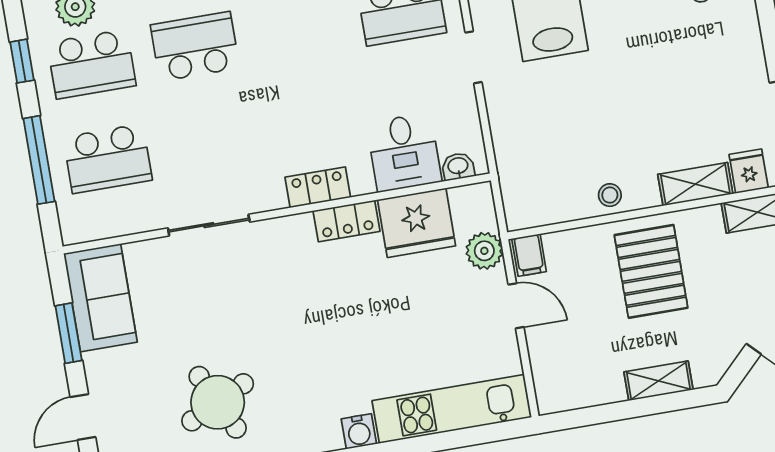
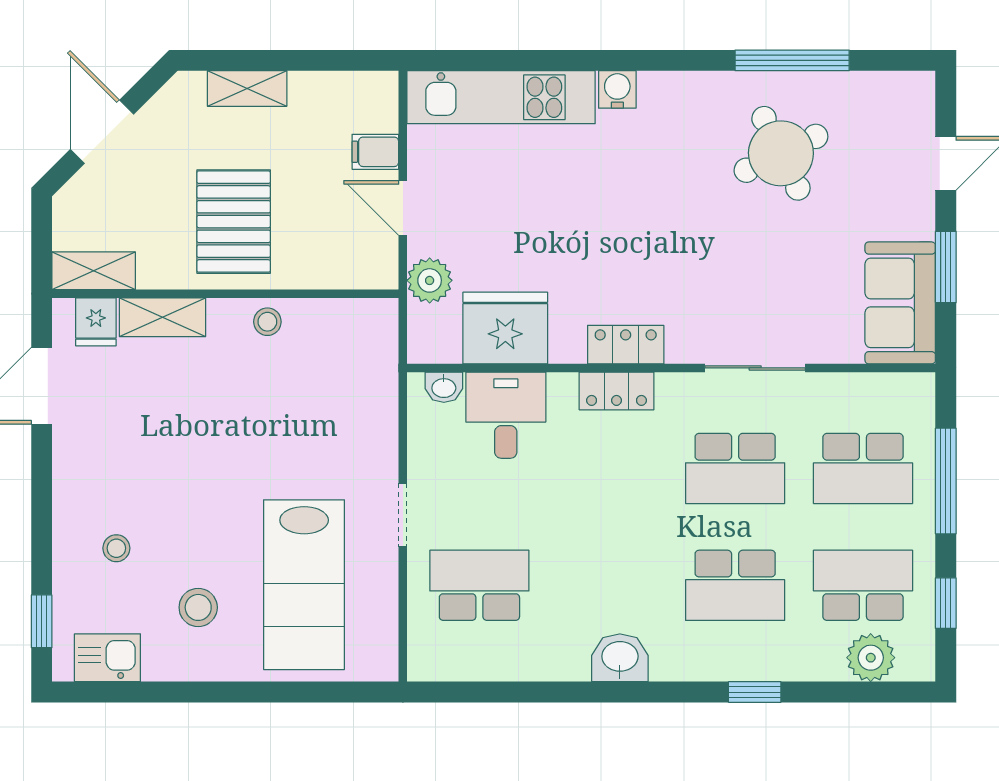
school desk: (211, 141) -> (735, 468), added
school desk: (108, 159) -> (863, 468), turned 180
locker: (347, 221) -> (626, 345), moved
filing cabinet: (529, 255) -> (375, 152), moved, turned -90

